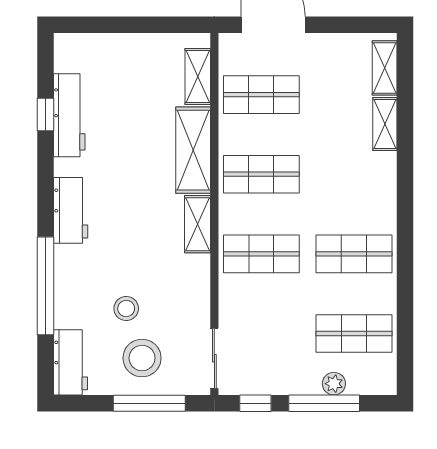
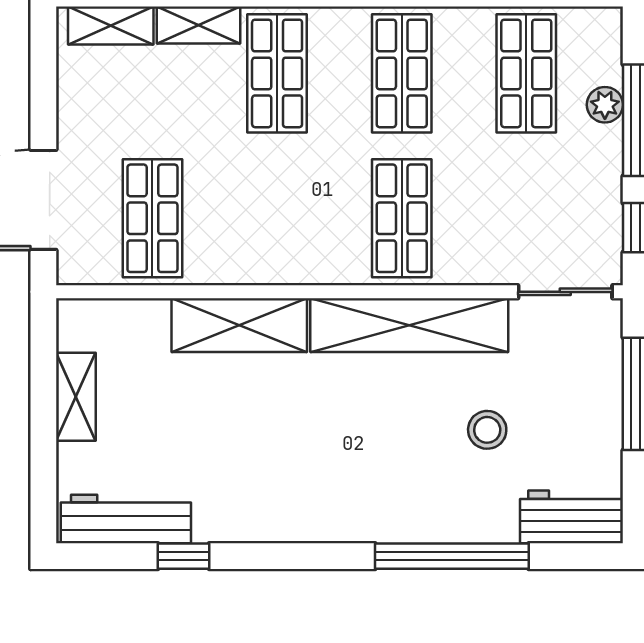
shelving: (198, 77) -> (76, 397), moved, turned 90
workbench: (69, 115) -> (126, 519), moved
shop shelf: (261, 174) -> (277, 73), moved
workbench: (71, 210) -> (334, 517), removed
shelving: (197, 224) -> (409, 325), width x2.20, depth x1.33
stool: (142, 358) -> (565, 405), removed

